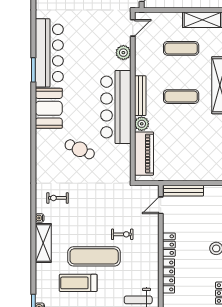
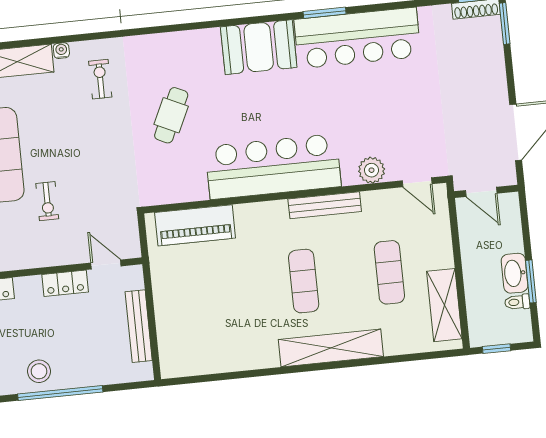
bench: (140, 96) -> (325, 205), moved
plant: (142, 124) -> (248, 216), removed
cafe table: (80, 149) -> (171, 115), moved
bench: (183, 191) -> (139, 326), moved
locker: (169, 245) -> (65, 283), moved

